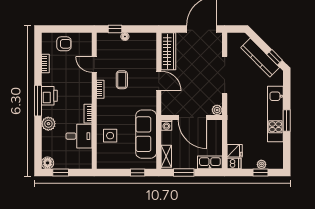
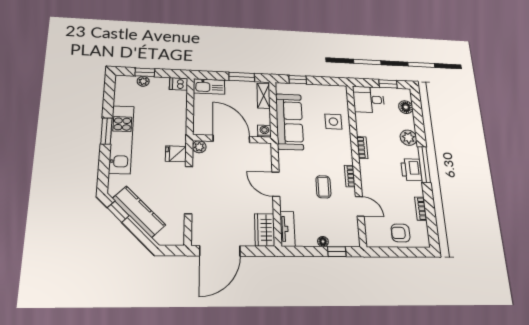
tv unit: (151, 46) -> (287, 229), added
wardrobe: (168, 51) -> (265, 230), width x0.67
desk: (79, 136) -> (369, 100), moved
fridge: (235, 151) -> (176, 154), moved
floor lamp: (48, 163) -> (406, 107), moved

